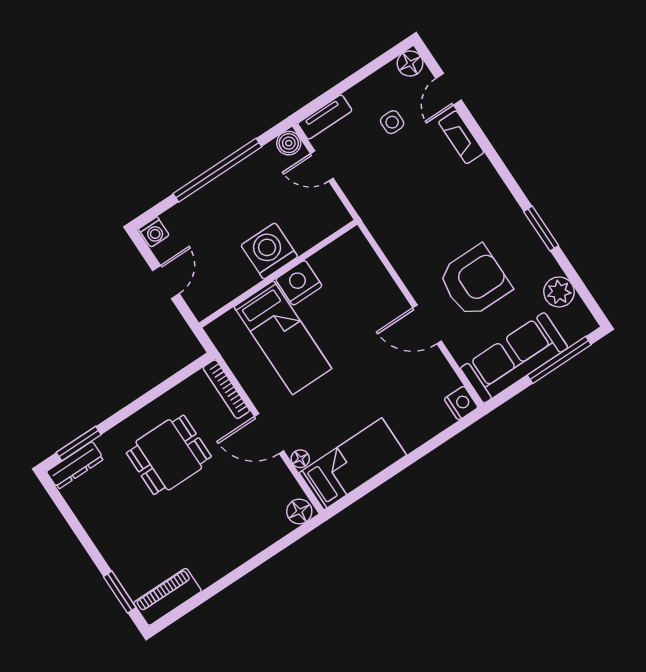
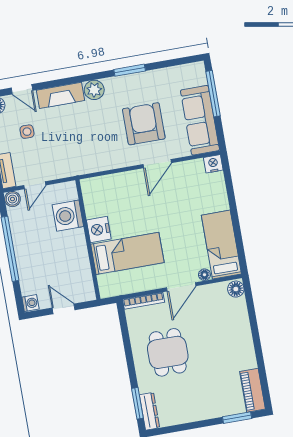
fireplace: (461, 137) -> (61, 95), width x1.37, depth x1.32
washing machine: (269, 251) -> (68, 216), moved
plant: (559, 292) -> (94, 90), moved

